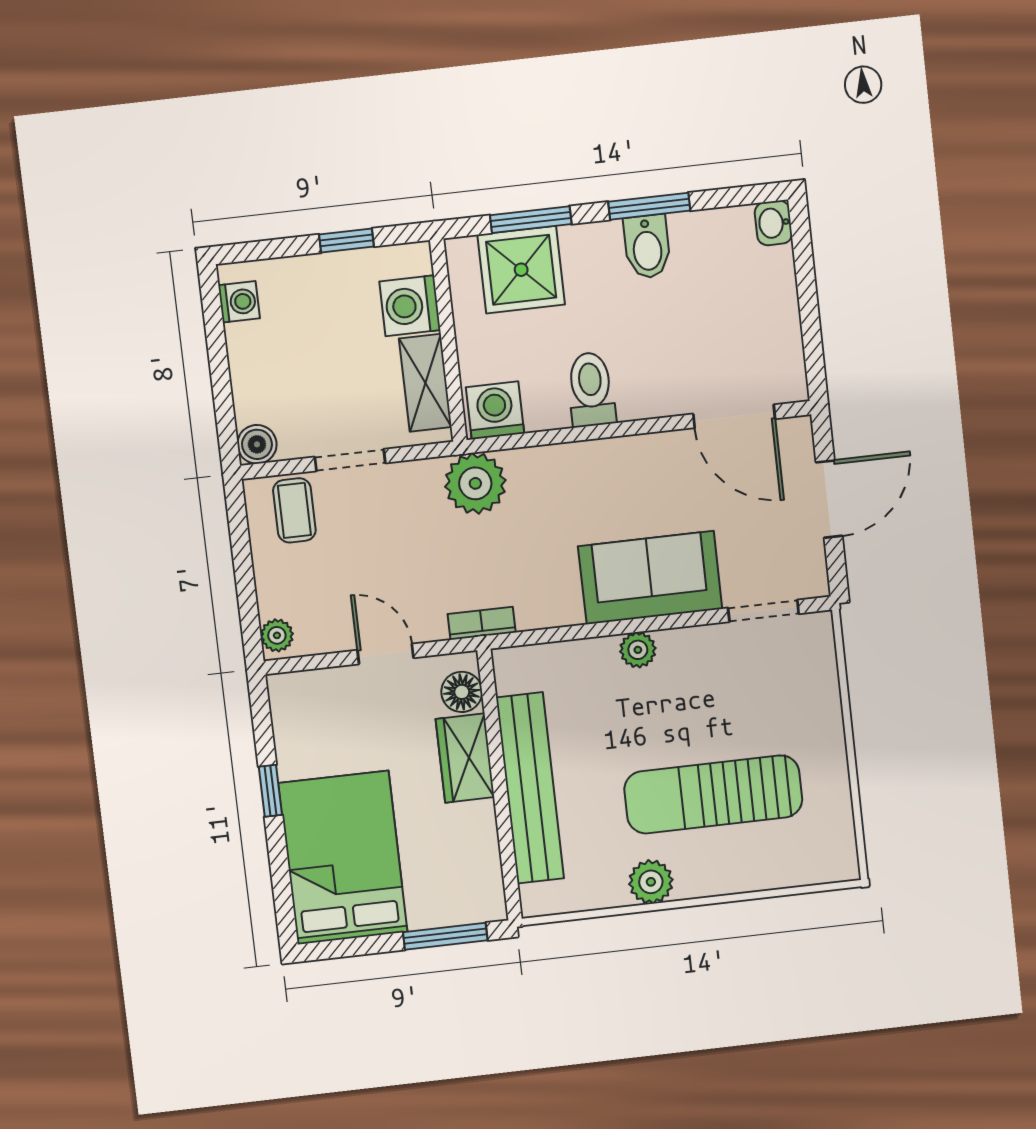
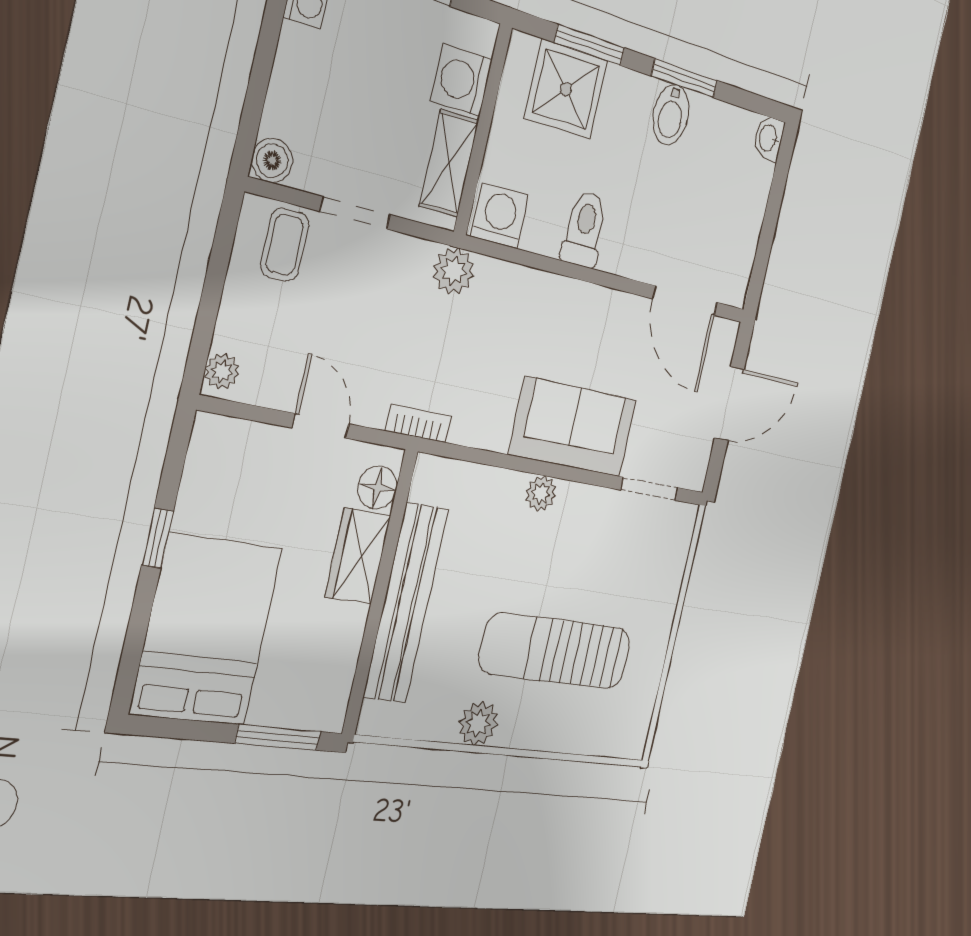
plant: (475, 483) -> (454, 271), width x0.73, depth x0.73

